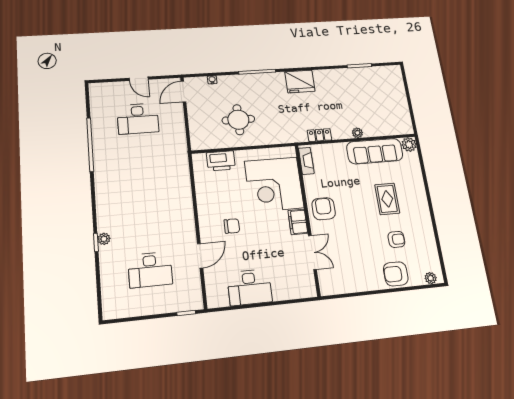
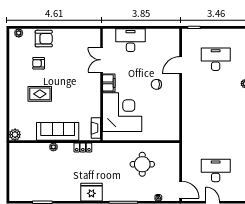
door: (183, 92) -> (181, 190), hinge flipped
sofa: (375, 151) -> (58, 131), moved
printer: (221, 161) -> (159, 133), removed
rug: (387, 199) -> (40, 94), turned 90
armchair: (324, 209) -> (89, 91), removed
desk: (249, 287) -> (131, 40), moved

